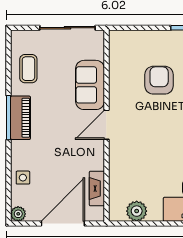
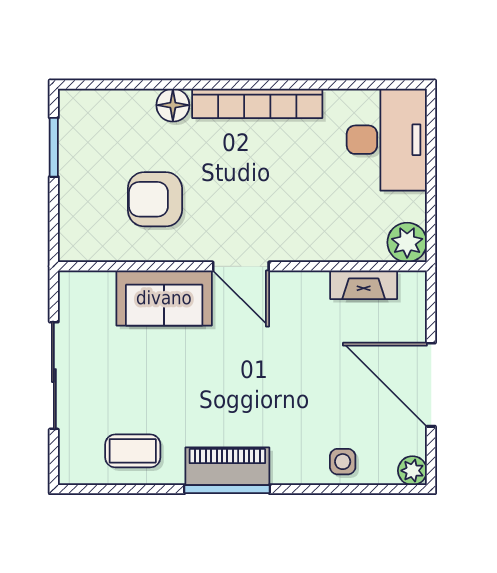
sofa: (90, 85) -> (164, 298), moved
door: (106, 125) -> (241, 266), moved
wall: (106, 126) -> (242, 266), moved
fireplace: (97, 188) -> (364, 285), moved

